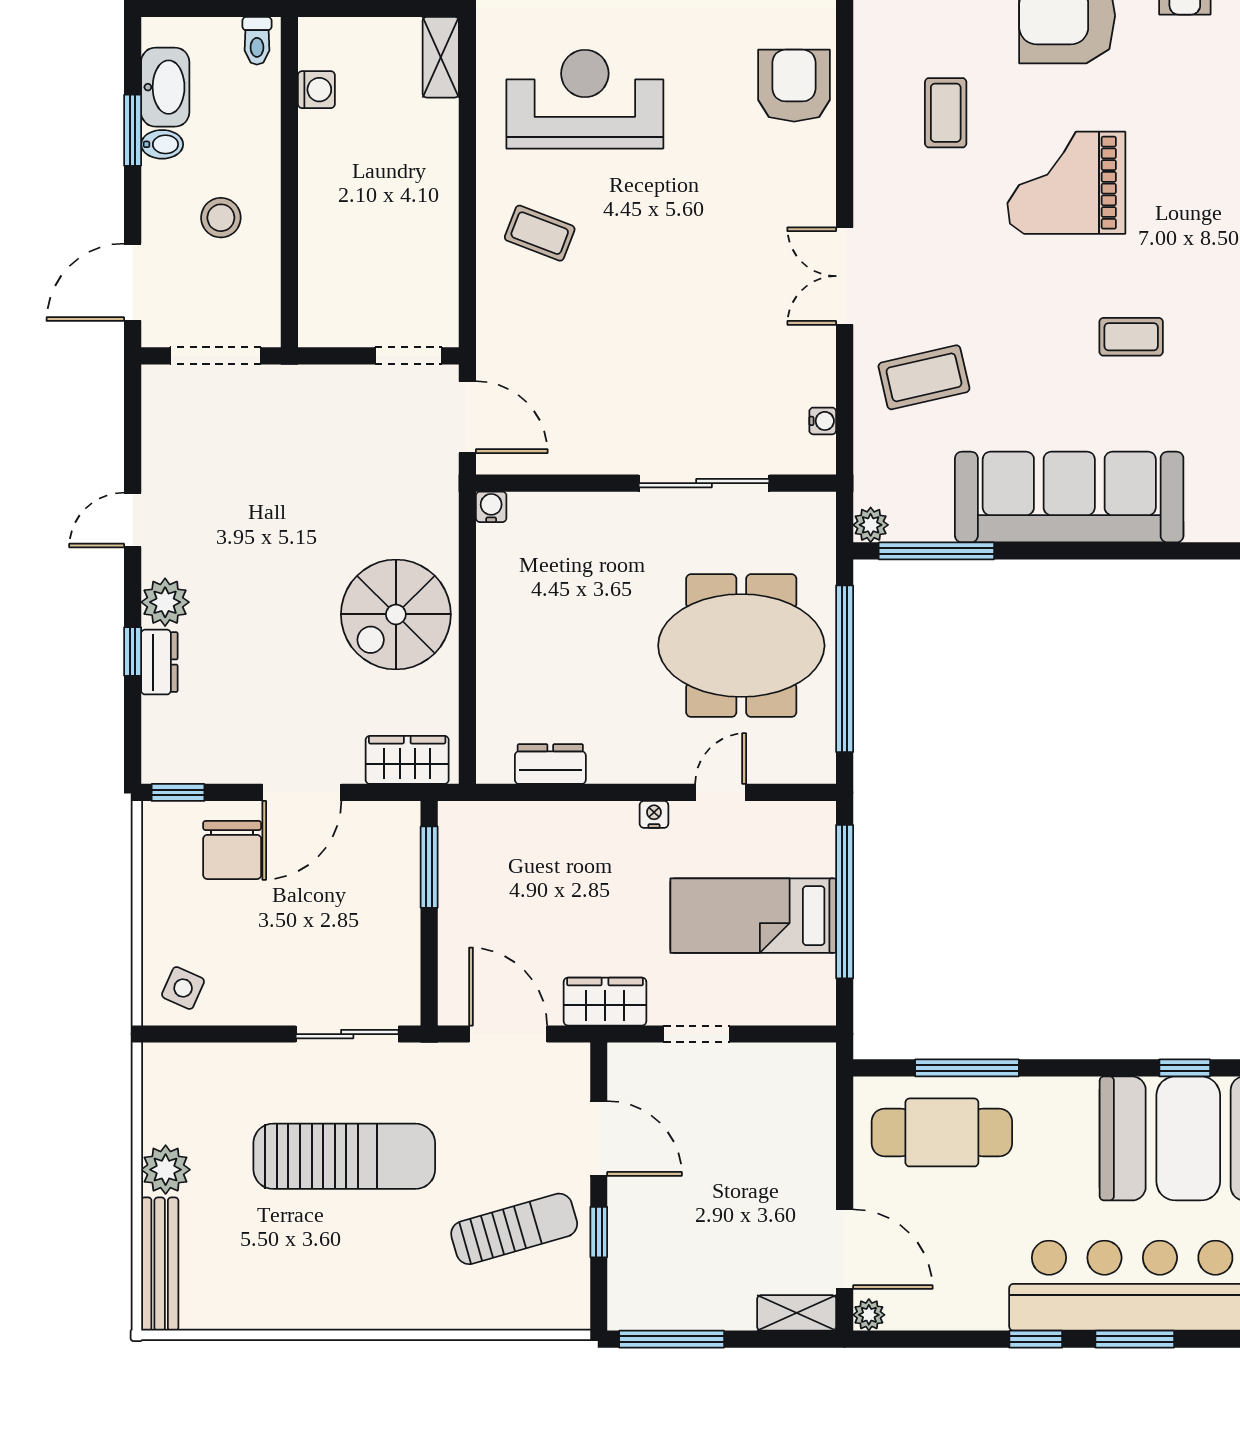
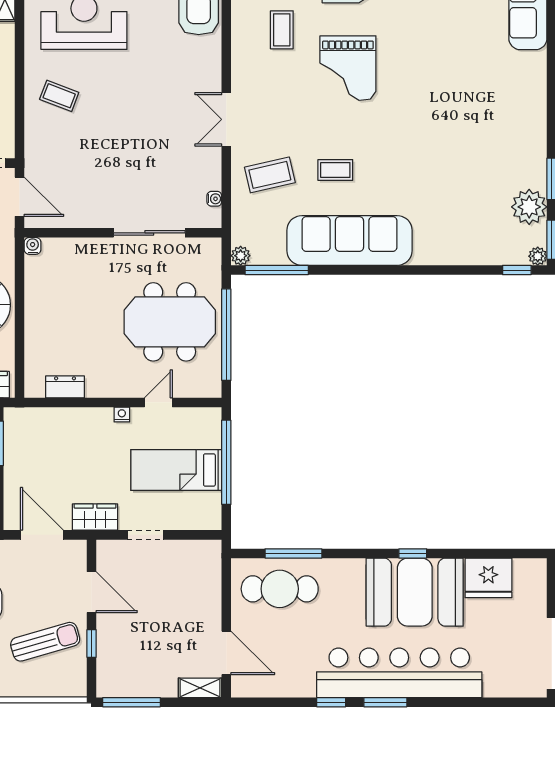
grand piano: (1066, 183) -> (348, 68), turned -90
coffee table: (1131, 337) -> (335, 170), moved
plant: (869, 1315) -> (240, 689), removed

